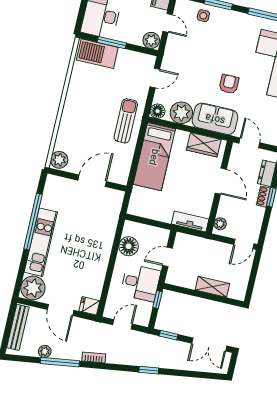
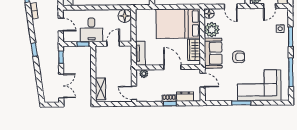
door: (249, 143) -> (203, 80), hinge flipped
bed: (154, 157) -> (178, 24), width x1.50
door: (221, 181) -> (172, 67), swing flipped
floor lamp: (129, 246) -> (125, 16), moved
door: (167, 257) -> (113, 44), hinge flipped
shelving: (212, 287) -> (100, 89), moved
double door: (209, 345) -> (61, 86), swing flipped

